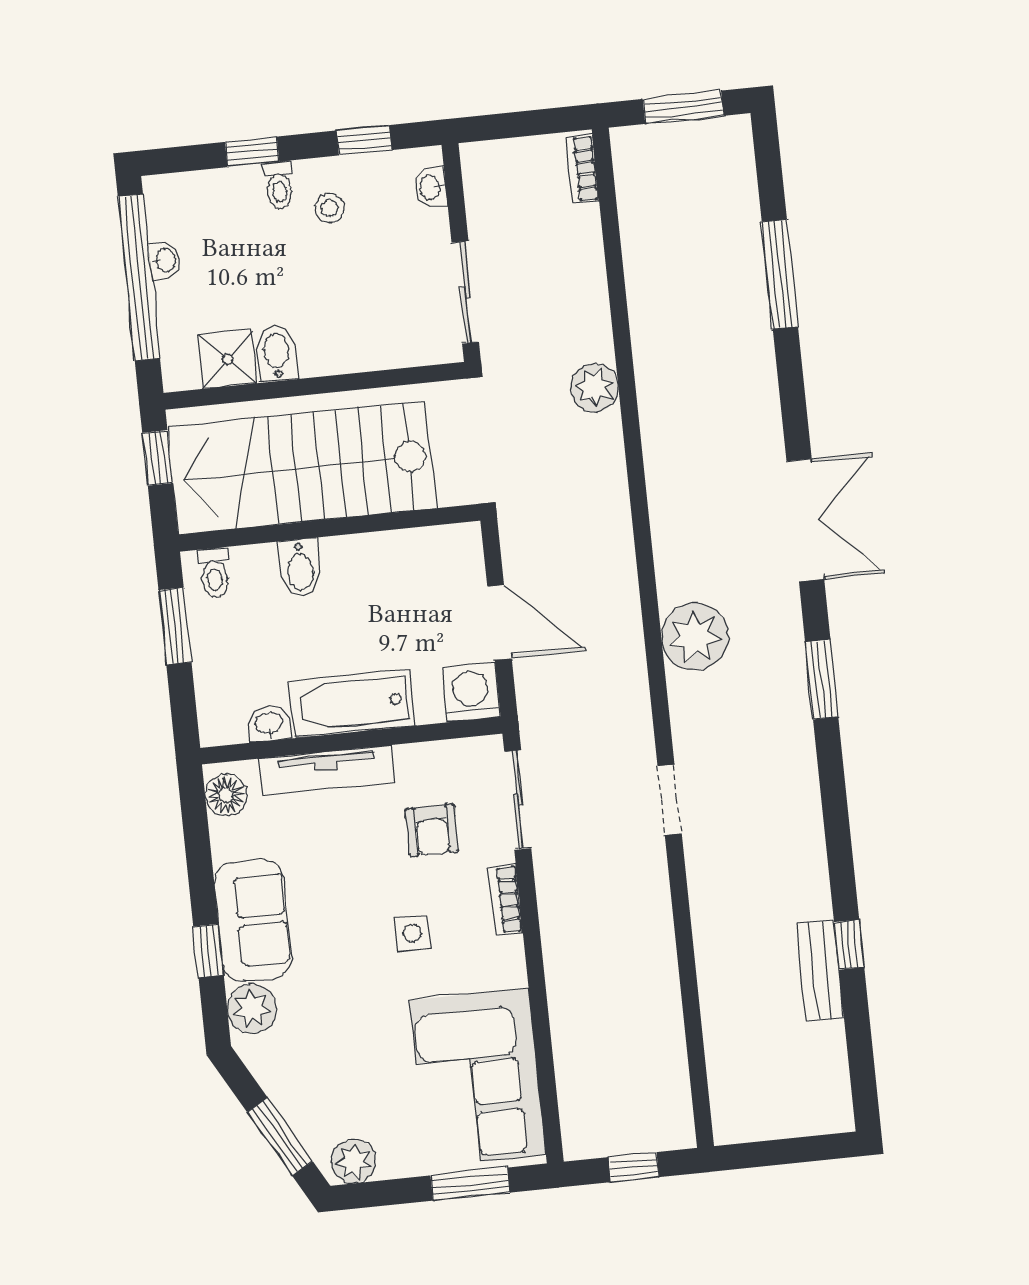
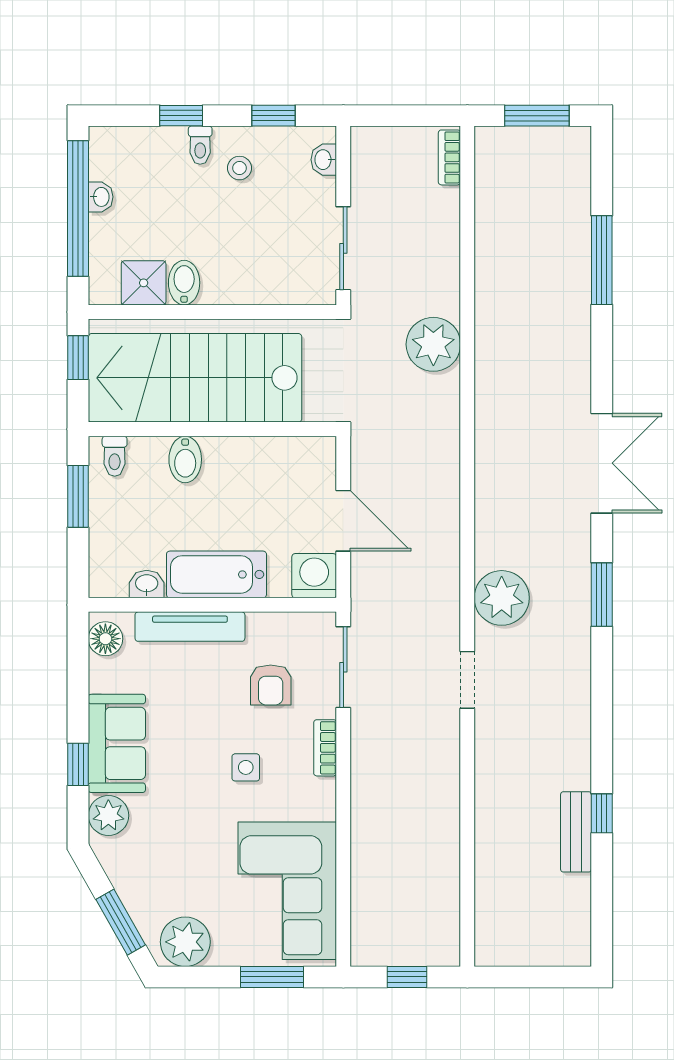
plant: (594, 388) -> (433, 344), width x1.36, depth x1.36
plant: (695, 637) -> (502, 598), moved
plant: (353, 1161) -> (185, 942), width x1.36, depth x1.36

